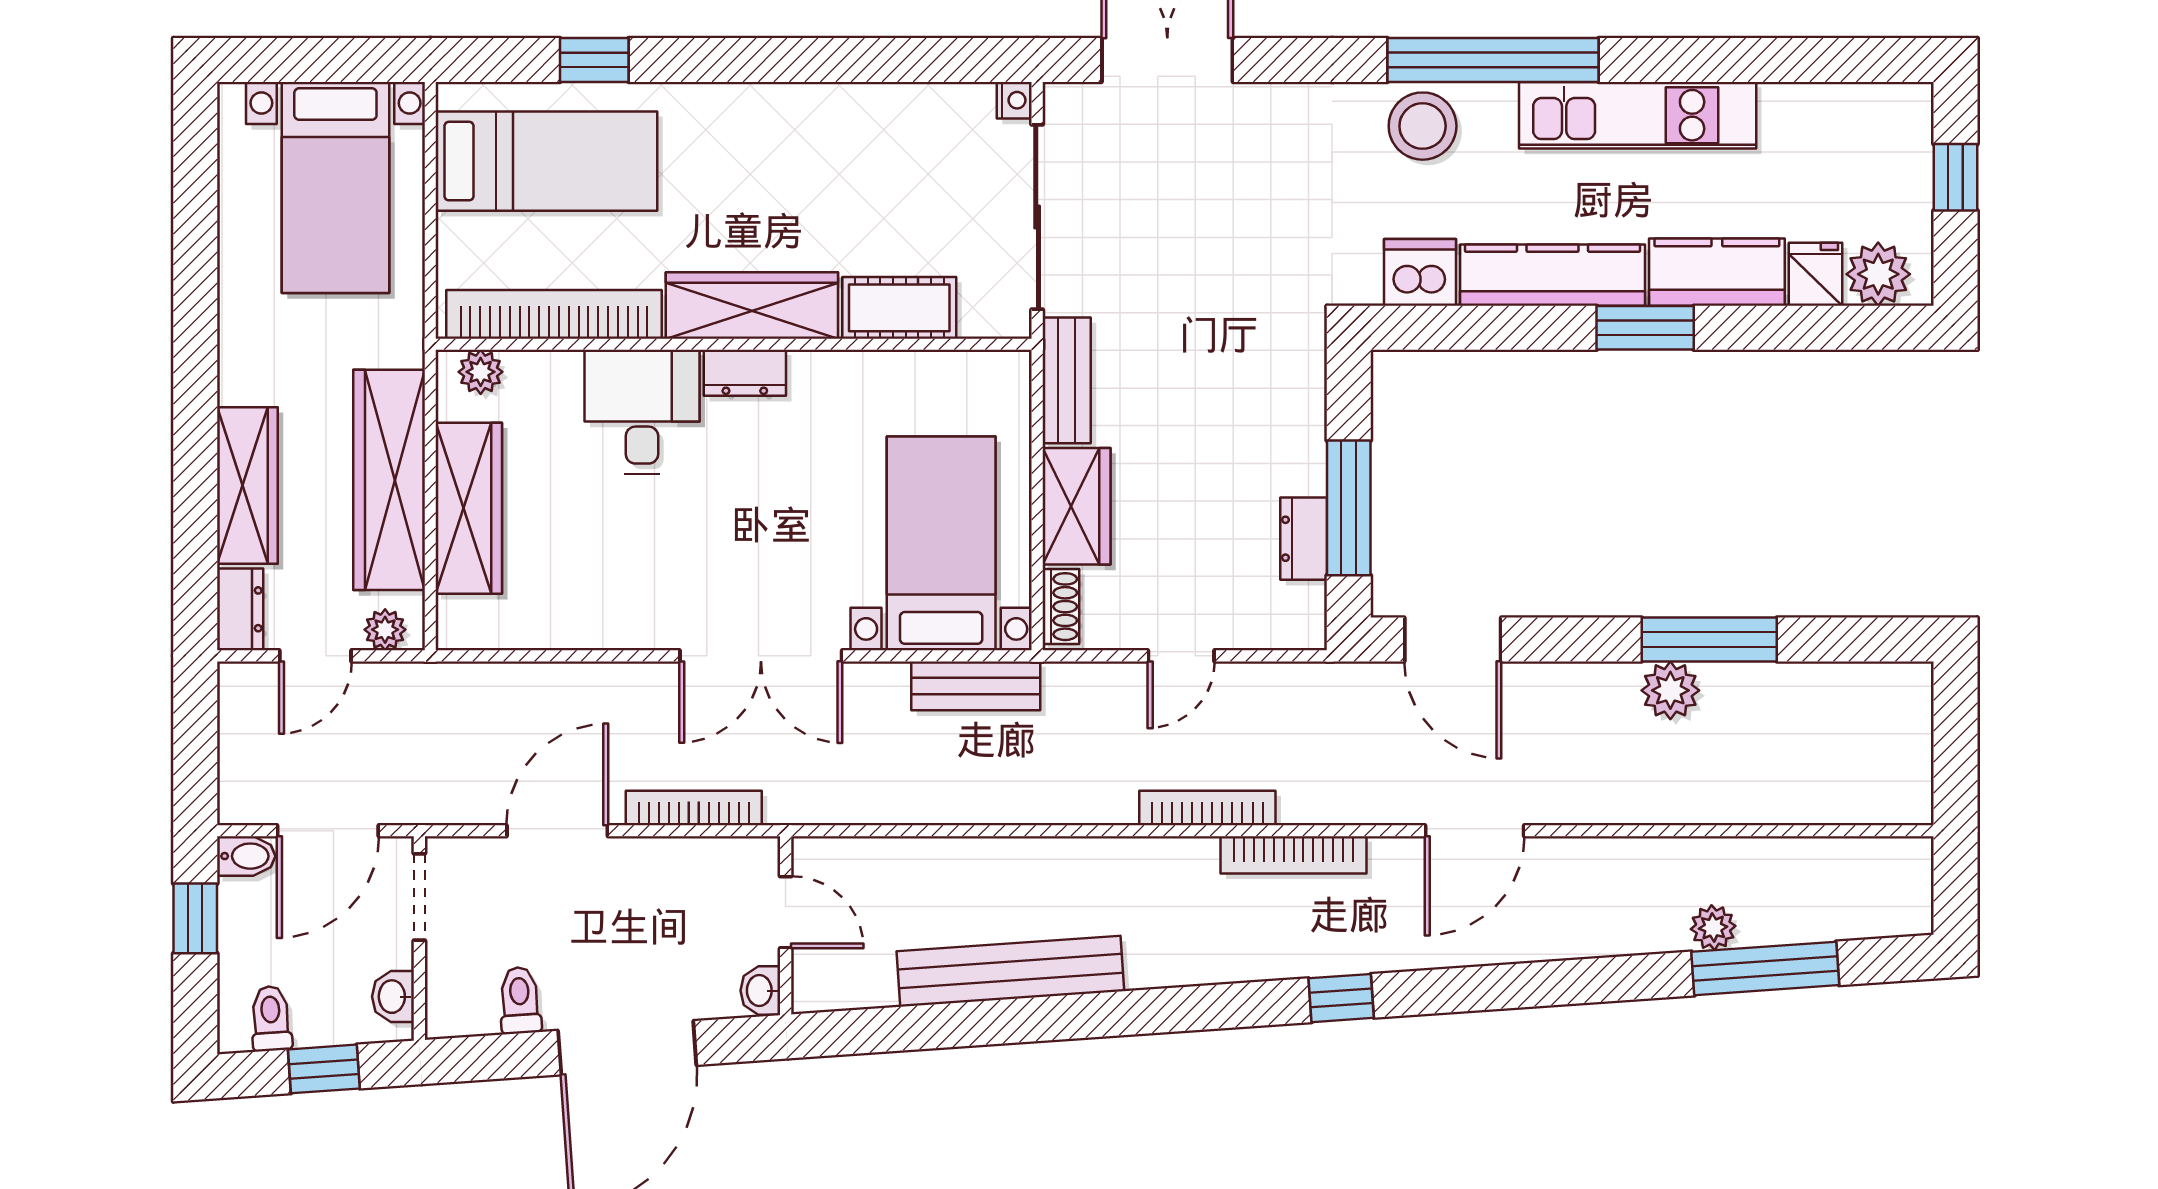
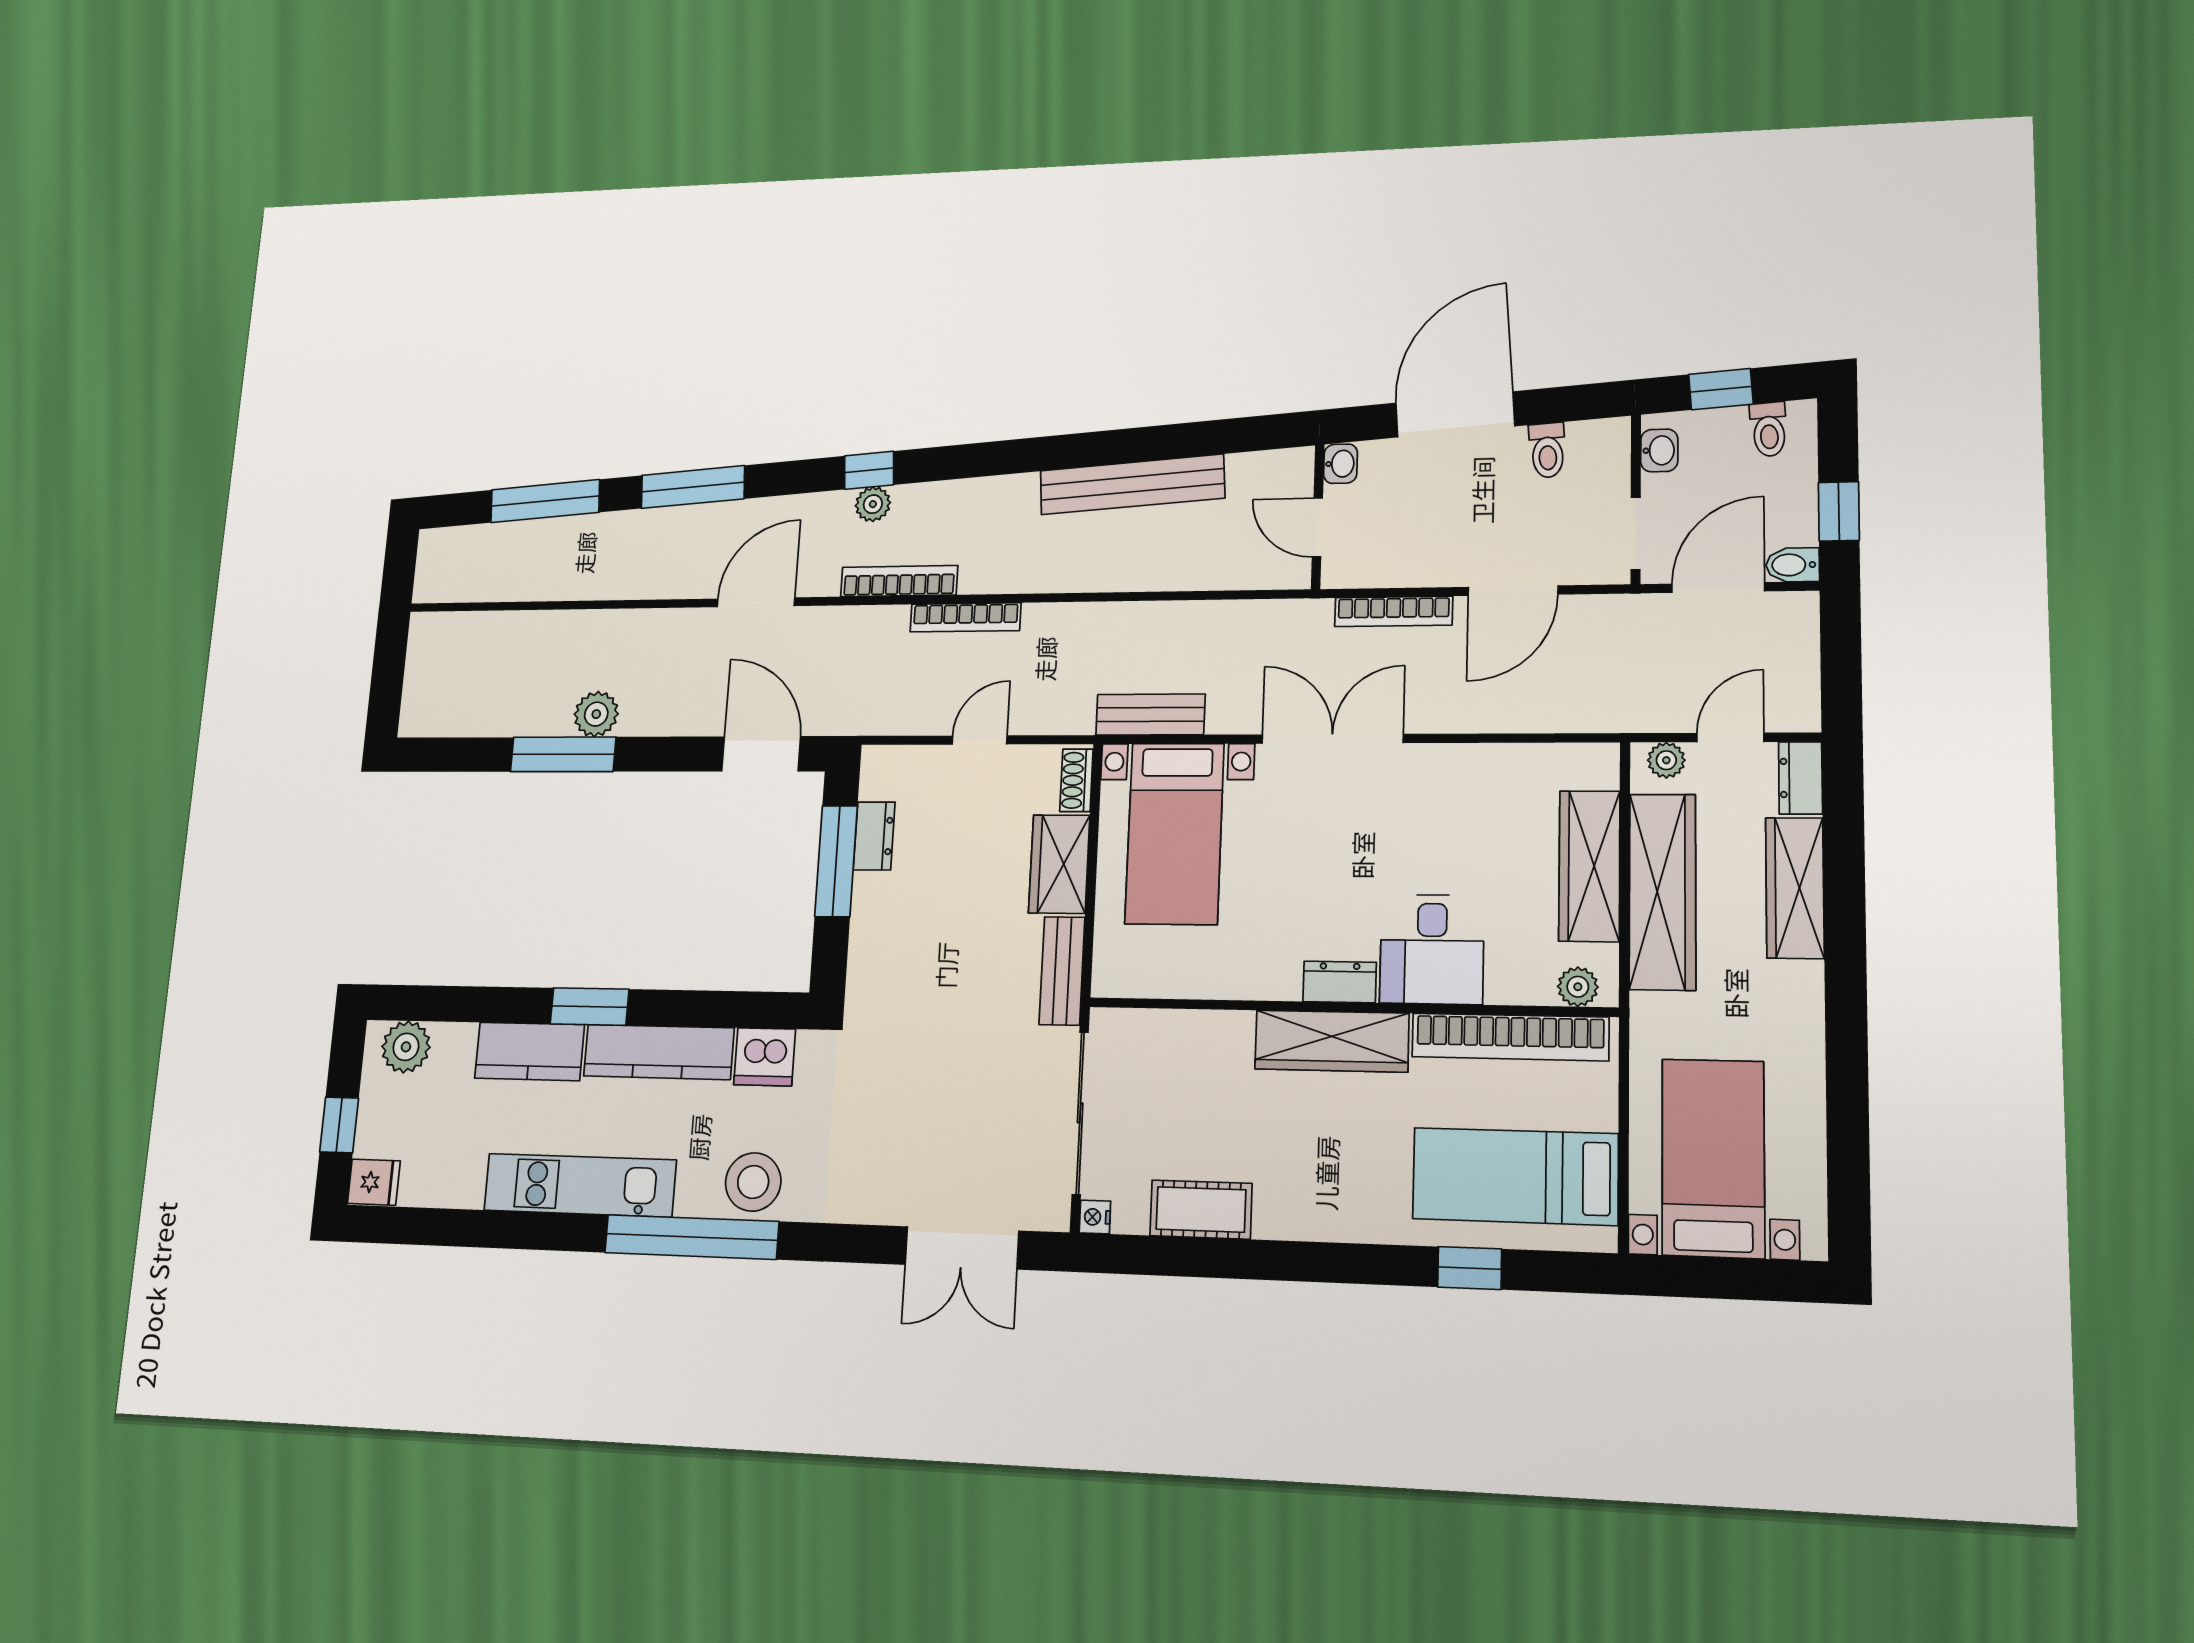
fridge: (1815, 274) -> (374, 1182), moved, turned -90
cot: (899, 308) -> (1201, 1210), moved
plant: (1713, 928) -> (873, 504), moved
window: (1569, 982) -> (693, 487), added

